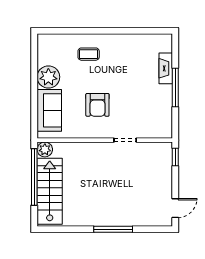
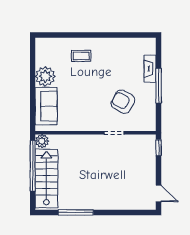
armchair: (97, 105) -> (123, 102), moved, turned 119
door: (175, 208) -> (159, 193), hinge flipped
window: (113, 229) -> (76, 212), moved

